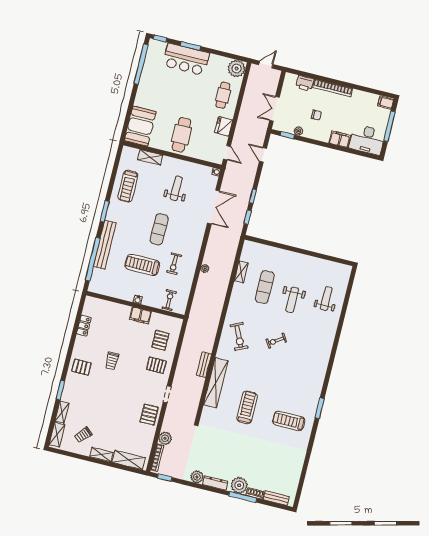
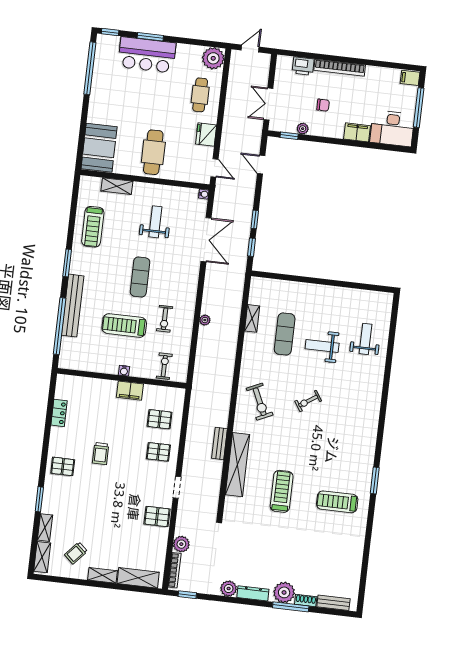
weight bench: (292, 300) -> (322, 346), turned 90
pallet: (160, 340) -> (160, 419), turned 90
pallet: (149, 415) -> (157, 516), turned 90

